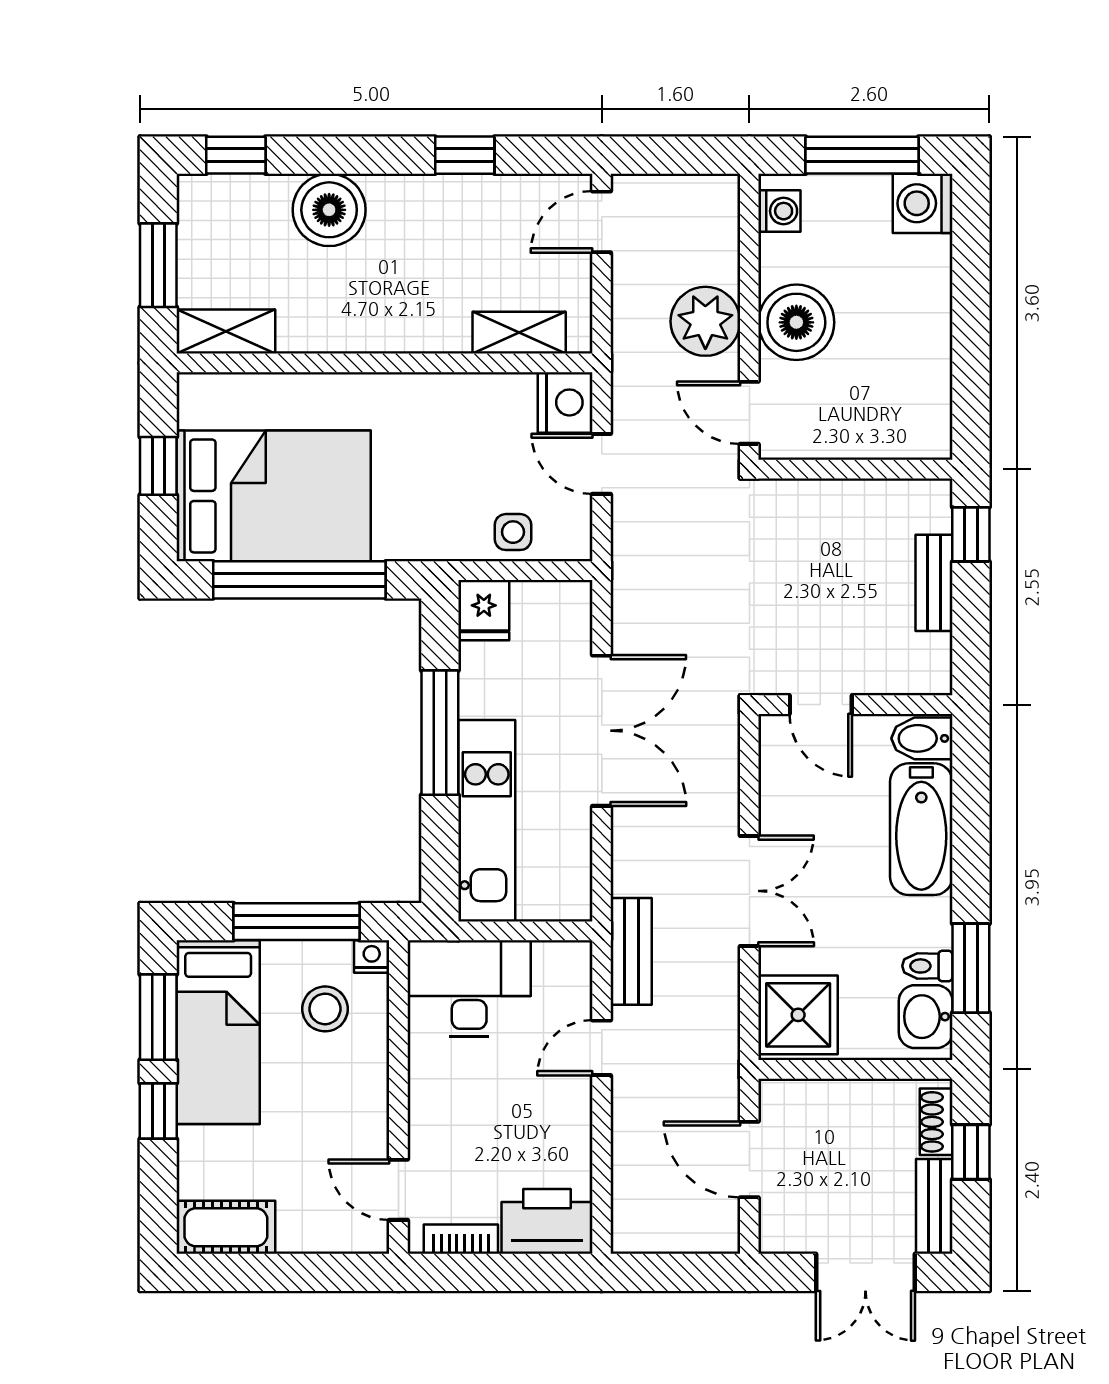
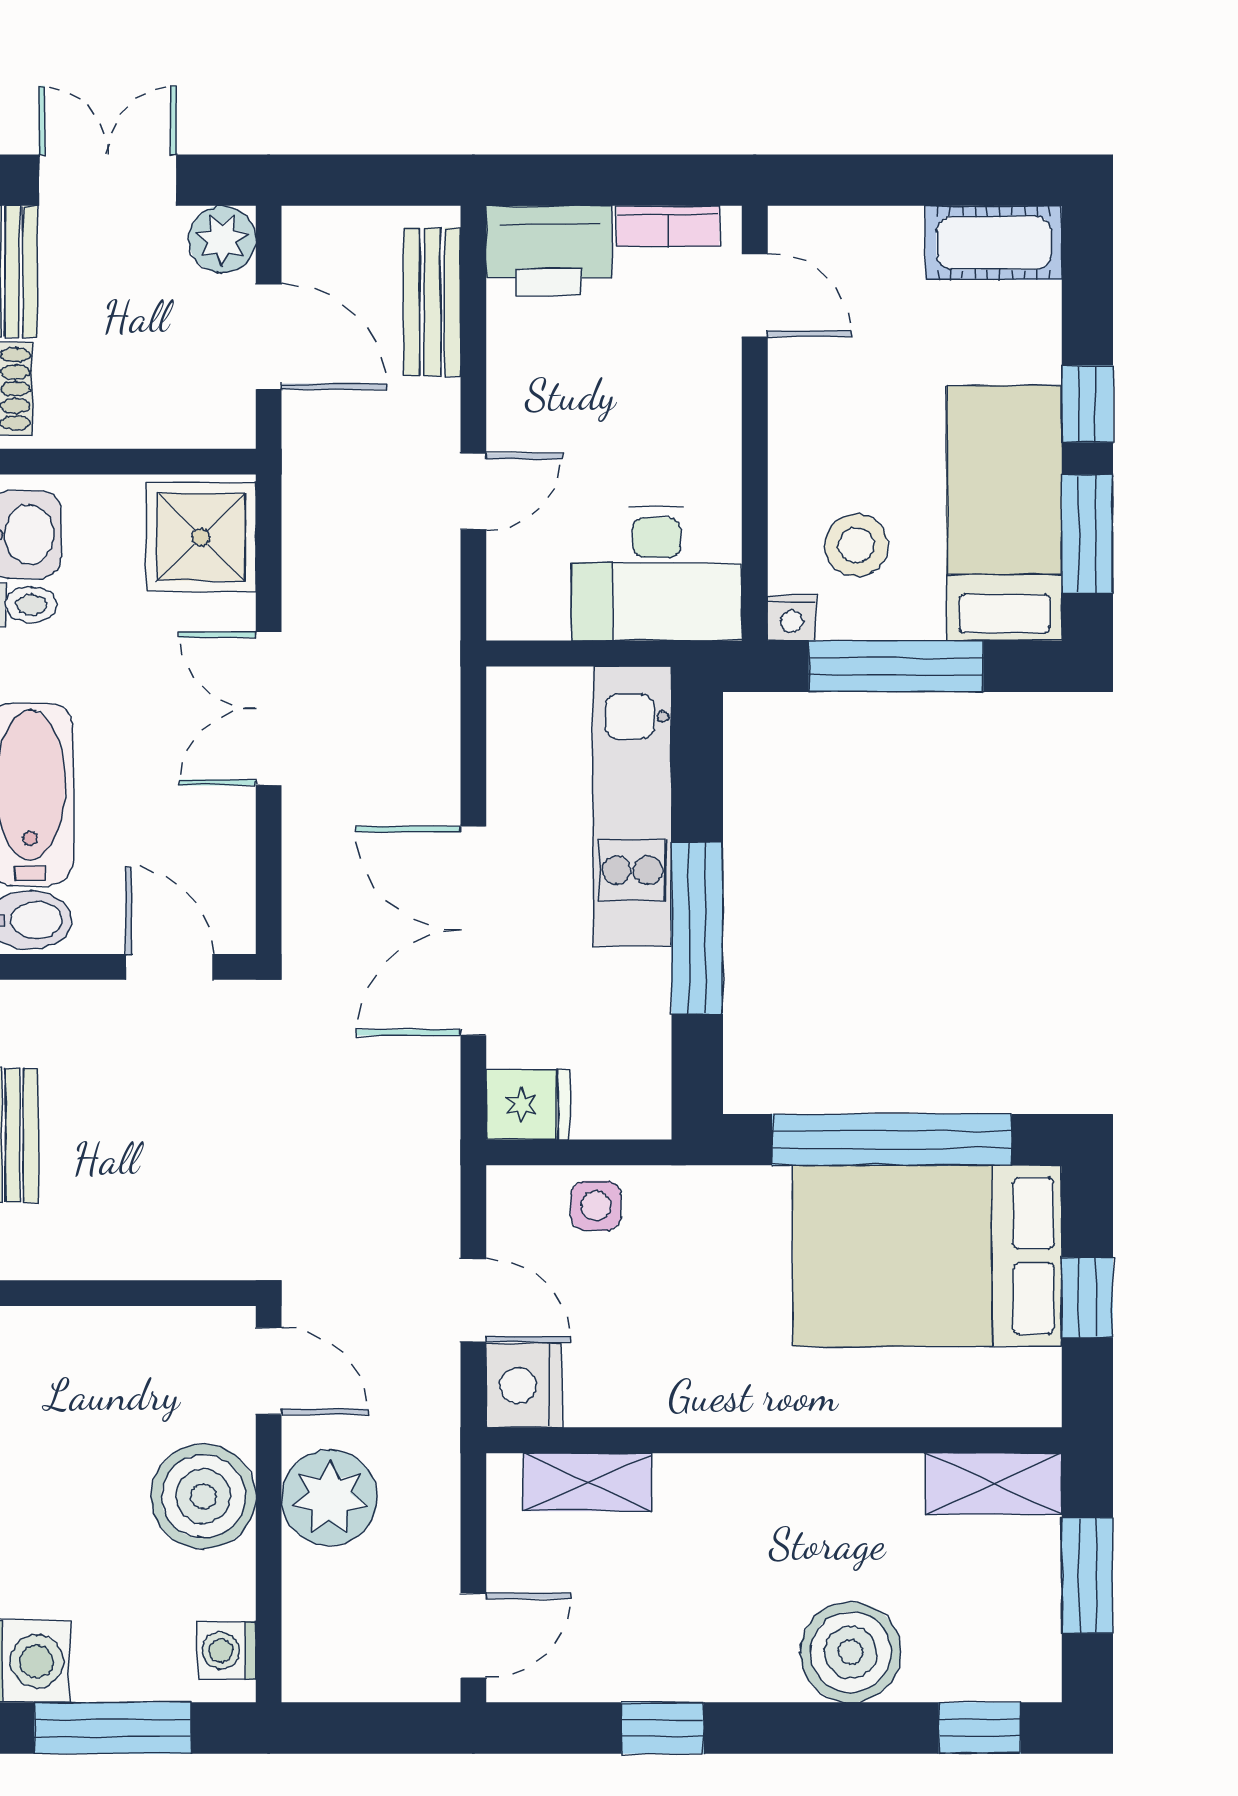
fridge: (484, 610) -> (528, 1104), moved, turned 90
bench: (631, 951) -> (432, 302), moved
plant: (783, 1230) -> (222, 239), added

